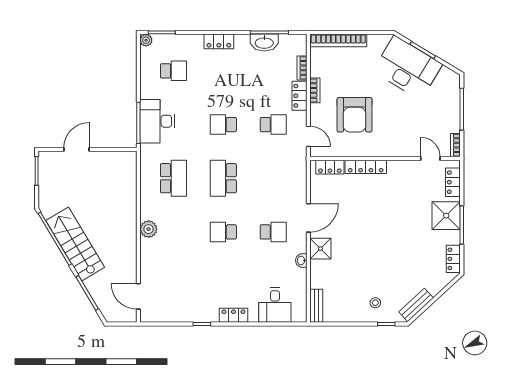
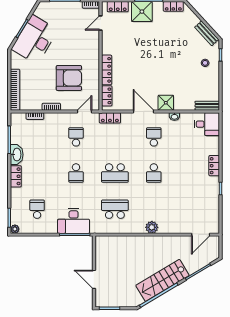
washbasin: (264, 43) -> (17, 155), moved
locker: (300, 96) -> (110, 118), moved
desk: (275, 305) -> (207, 124), moved

